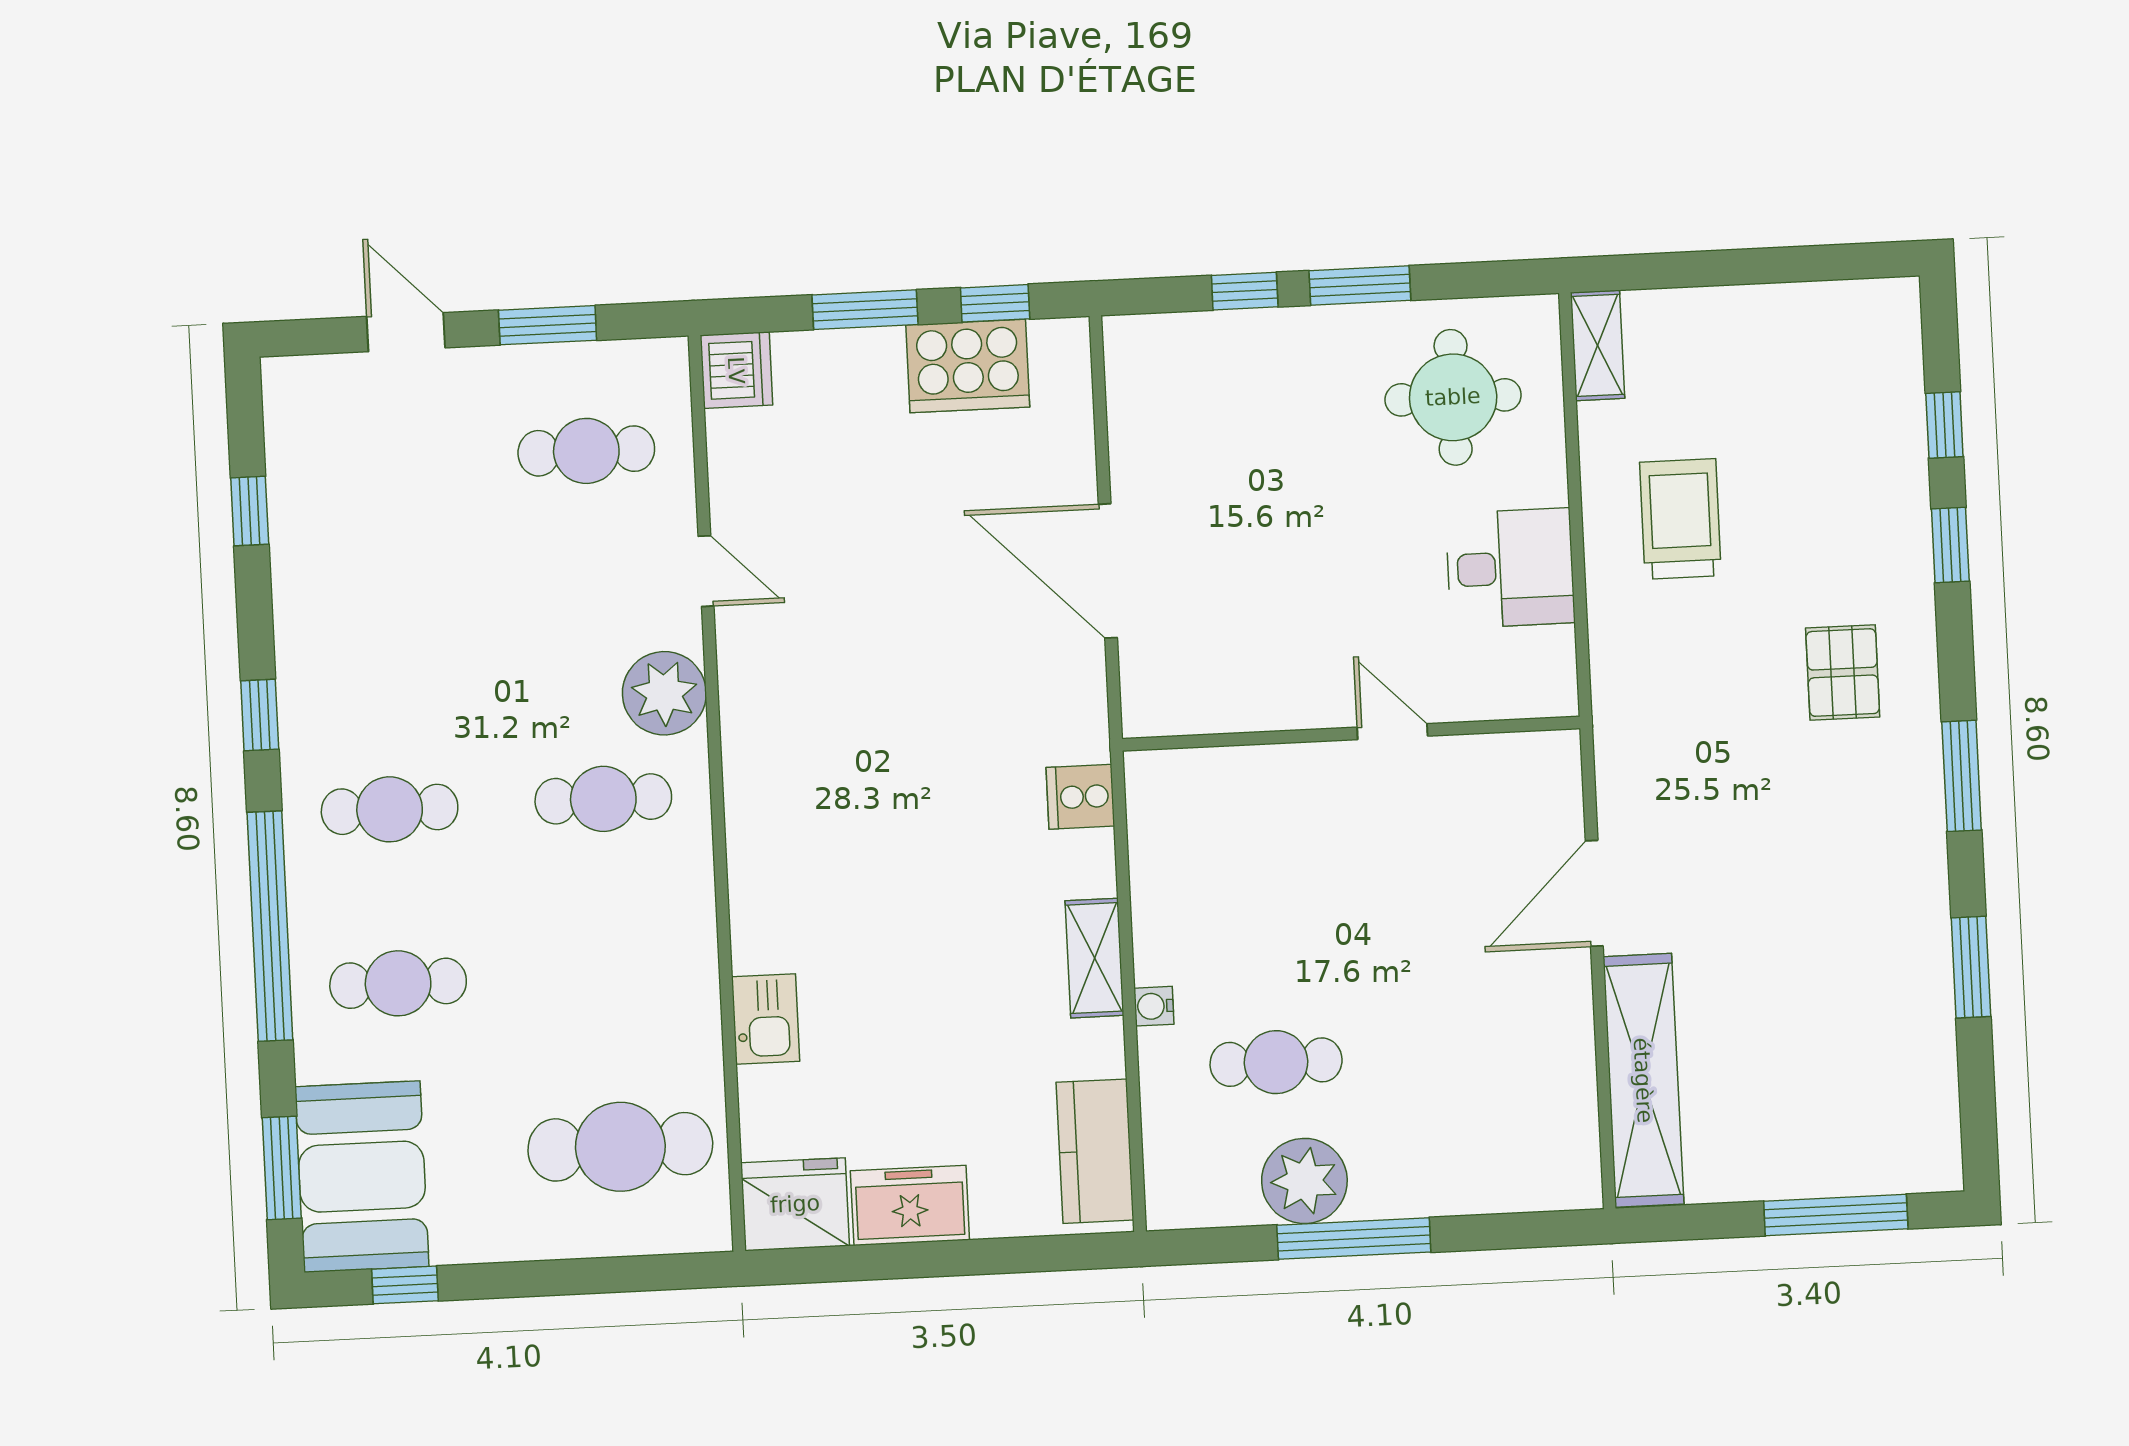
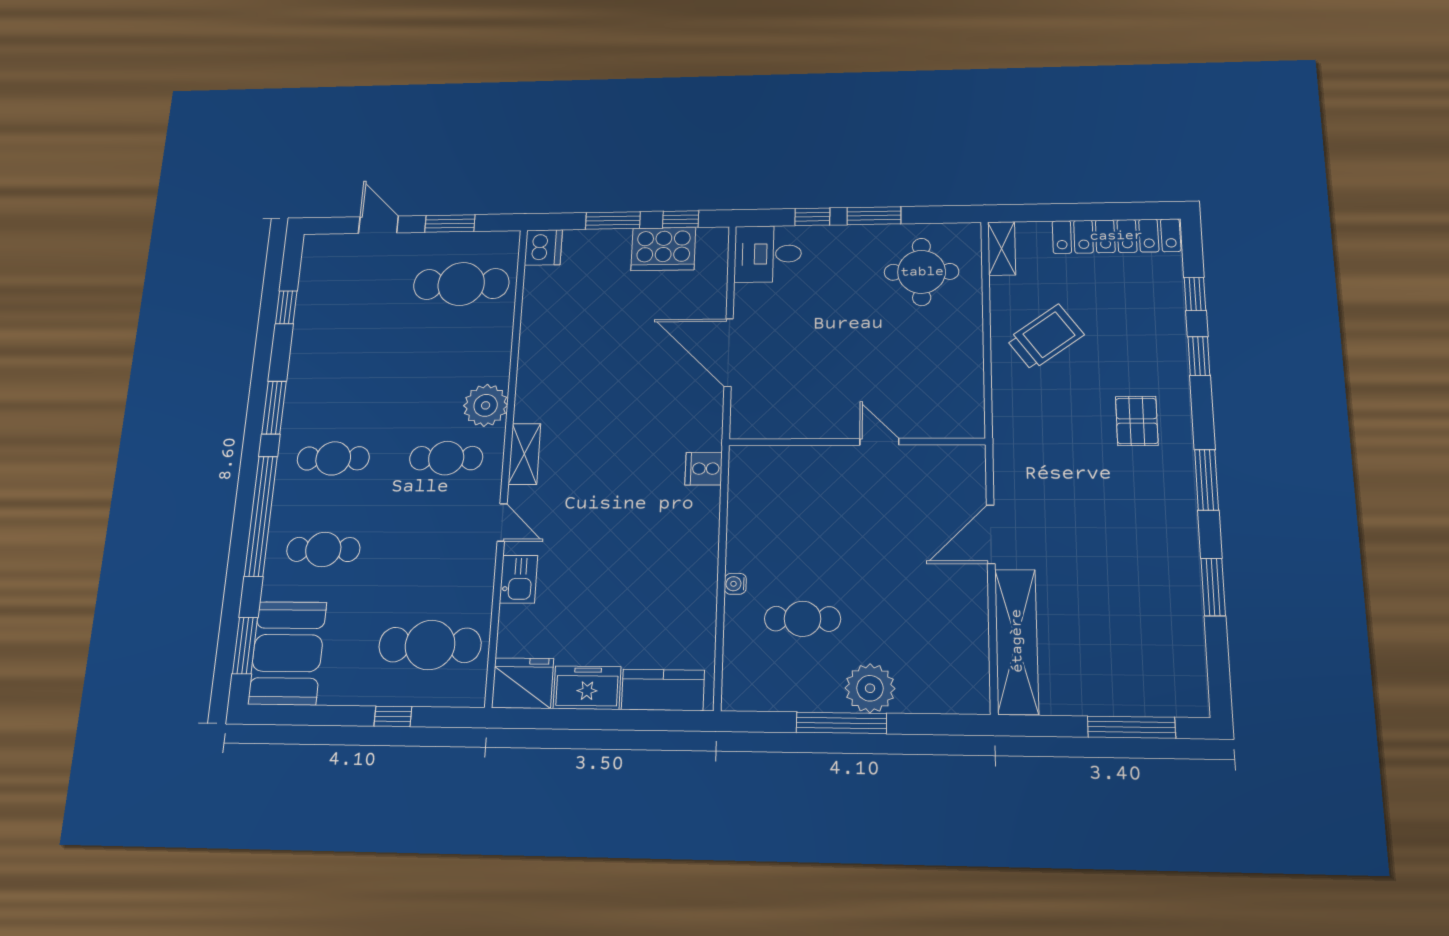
locker: (1804, 314) -> (1116, 236), added
cafe table: (586, 451) -> (461, 284), width x1.37, depth x1.35
trolley: (1680, 519) -> (1045, 337), turned 54
desk: (1510, 568) -> (768, 254), moved, turned 180
door: (706, 571) -> (502, 522), moved
window: (260, 715) -> (274, 408), width x1.50
shelving: (1095, 958) -> (524, 454), moved
kitchen counter: (1095, 1151) -> (663, 690), moved, turned 90
plant: (1304, 1181) -> (870, 688), moved
window: (405, 1285) -> (393, 716), moved

